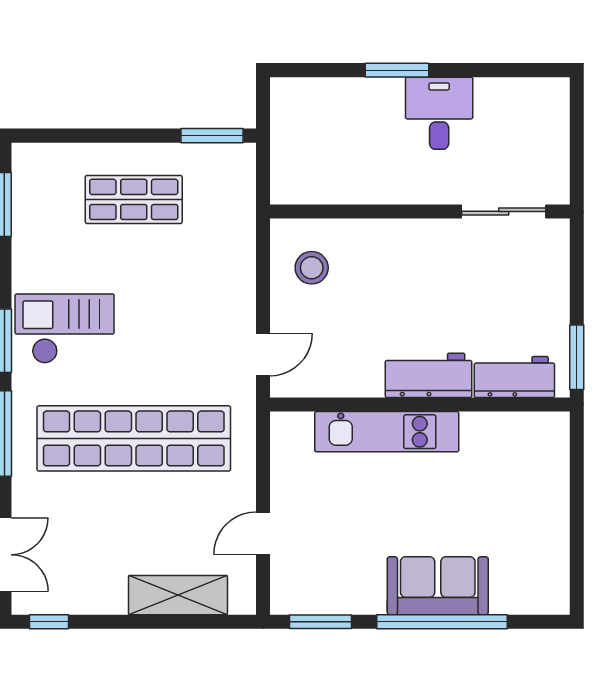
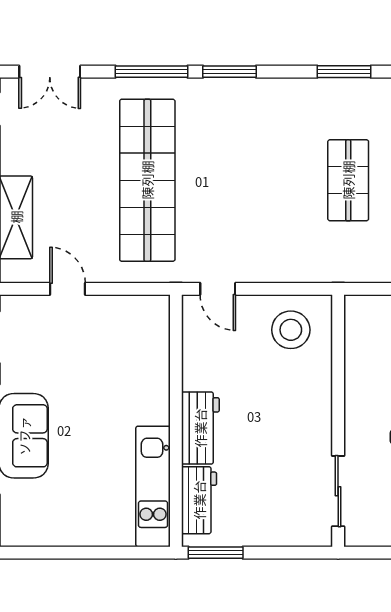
stool: (312, 268) -> (291, 330), width x1.38, depth x1.38
checkout: (65, 329) -> (240, 122), removed
kitchen unit: (387, 432) -> (153, 486), moved

